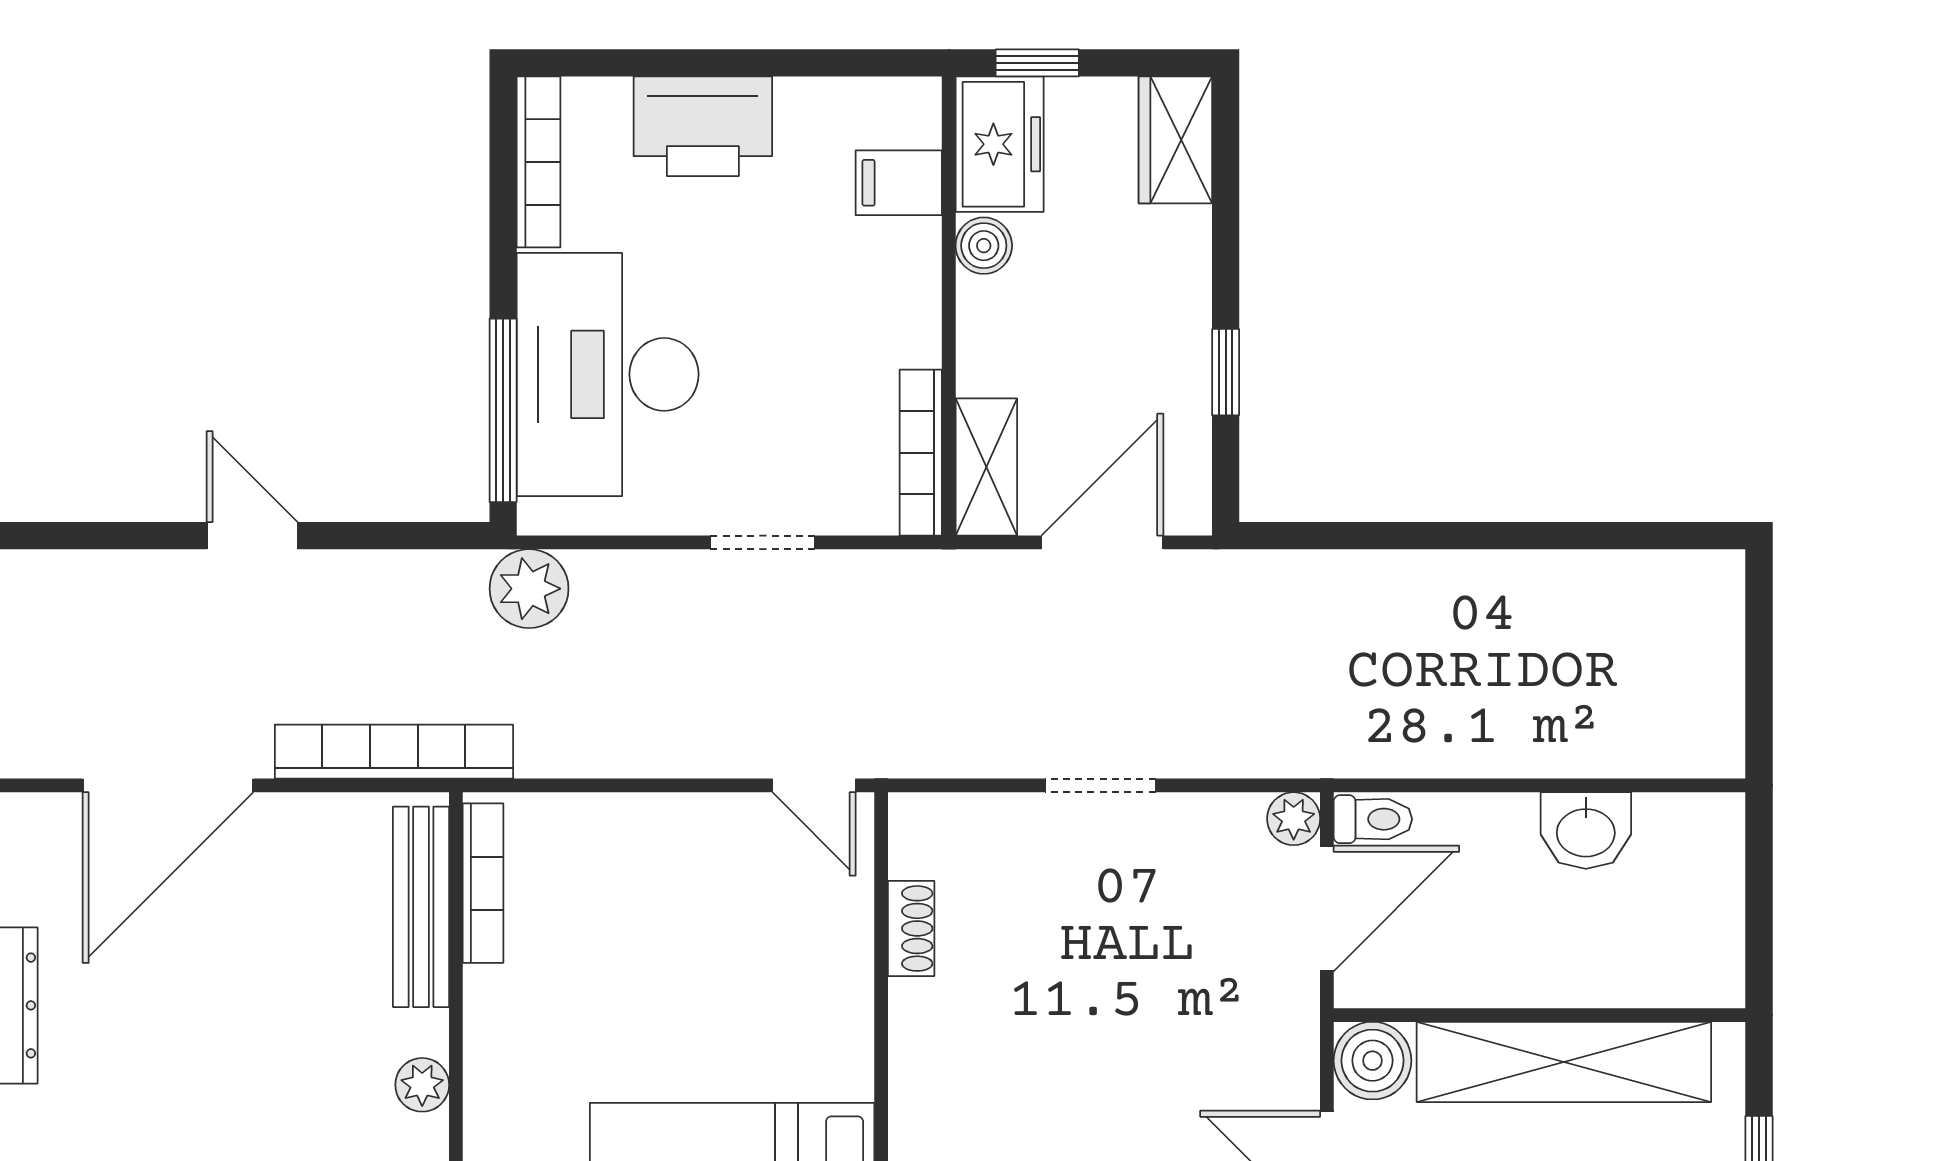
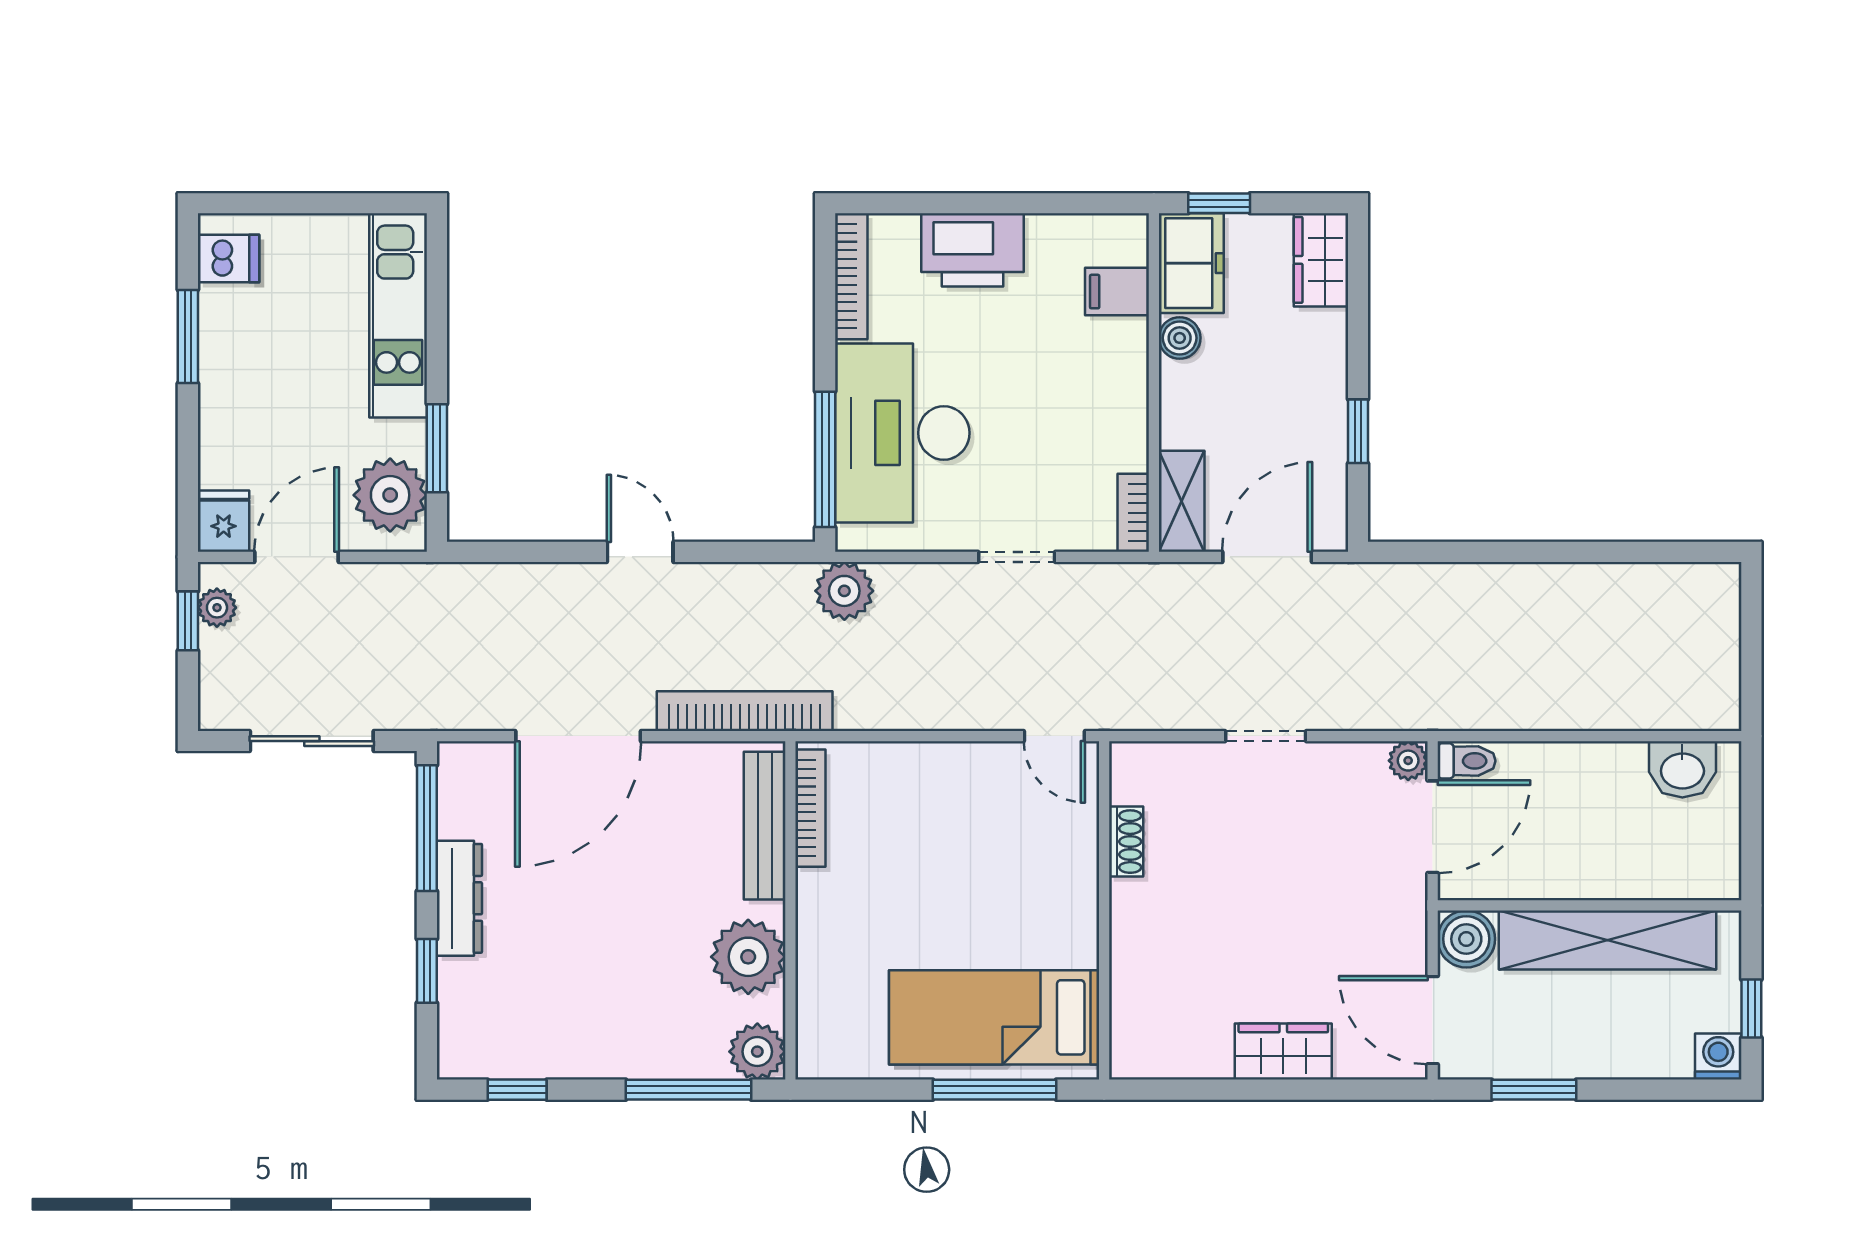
bookcase: (921, 453) -> (1133, 513), width x0.64
washbasin: (1586, 831) -> (1682, 769), moved
plant: (422, 1085) -> (748, 957), width x1.88, depth x1.88

